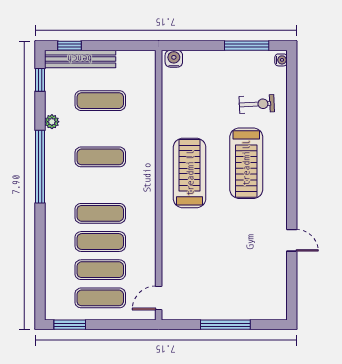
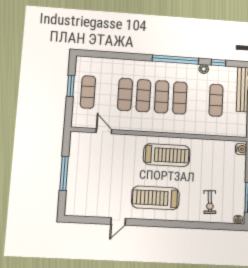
window: (40, 80) -> (218, 63), moved
treadmill: (246, 163) -> (155, 198), moved
exercise mat: (100, 270) -> (162, 97), moved
door: (159, 298) -> (104, 131), moved
window: (70, 325) -> (71, 86), moved

